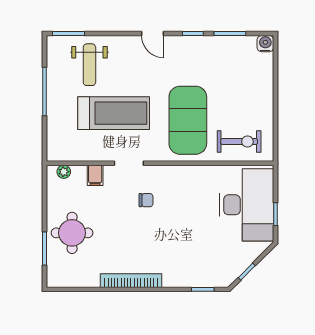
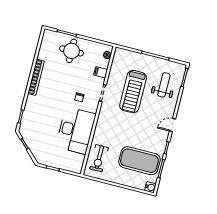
weight bench: (89, 65) -> (164, 85), turned 90
exercise mat: (188, 120) -> (139, 161), moved
desk: (247, 205) -> (76, 130), moved, turned -90

